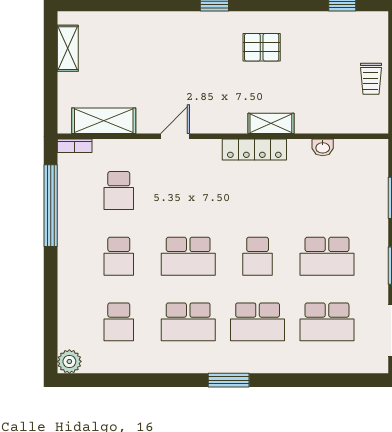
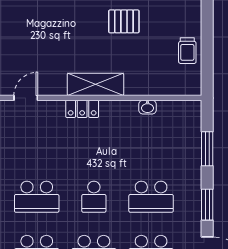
pallet: (262, 47) -> (124, 21), moved
shelving: (271, 123) -> (95, 84), width x1.50, depth x1.33
locker: (254, 150) -> (82, 109), width x0.66

